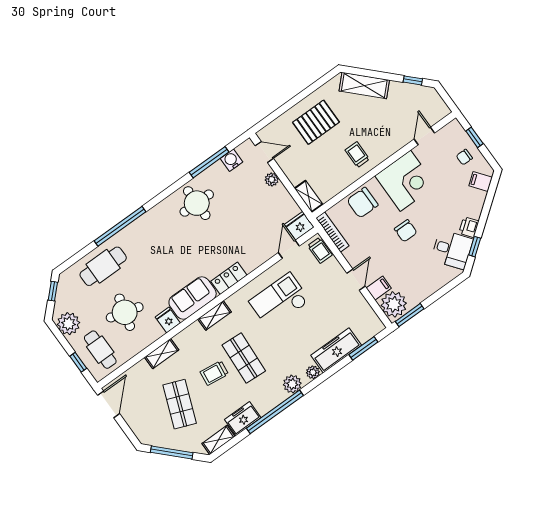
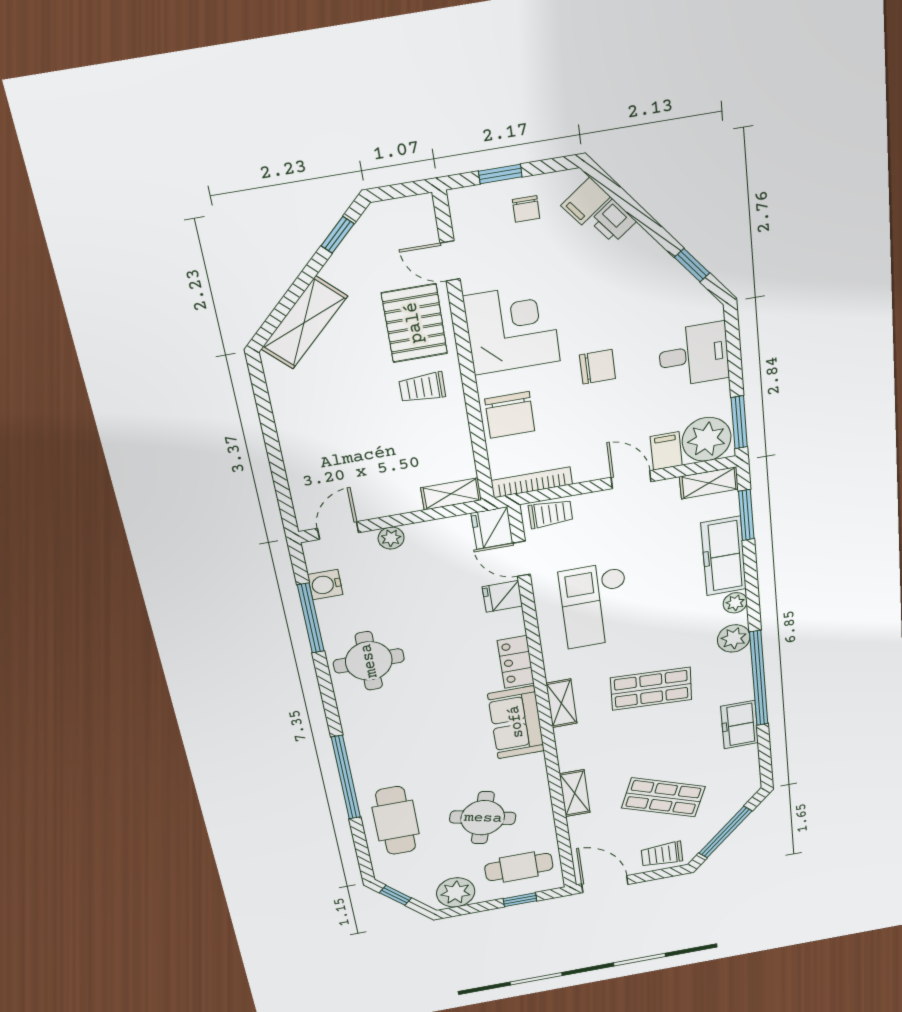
pallet: (316, 122) -> (414, 323), moved
printer: (469, 227) -> (613, 221), moved
desk: (452, 250) -> (694, 355), moved, turned 37
fridge: (168, 320) -> (502, 596), moved
trolley: (214, 373) -> (662, 854), moved, turned 83
shelving: (218, 440) -> (709, 483), moved, turned 90

